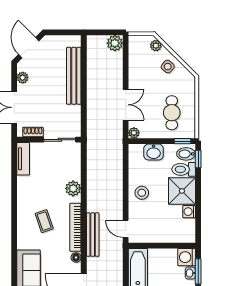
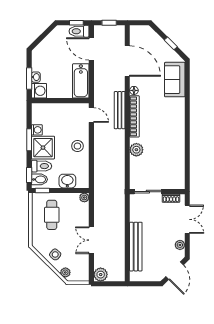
double door: (126, 105) -> (91, 240), moved
tv unit: (23, 159) -> (179, 175), removed
window: (198, 200) -> (29, 140), added
coffee table: (44, 221) -> (161, 122), removed

